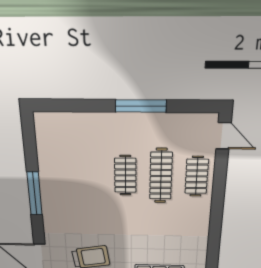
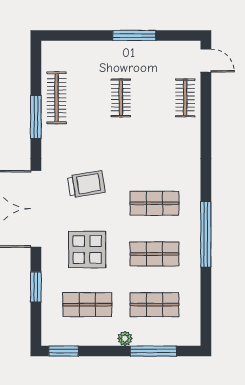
clothes rail: (161, 176) -> (57, 98), moved

